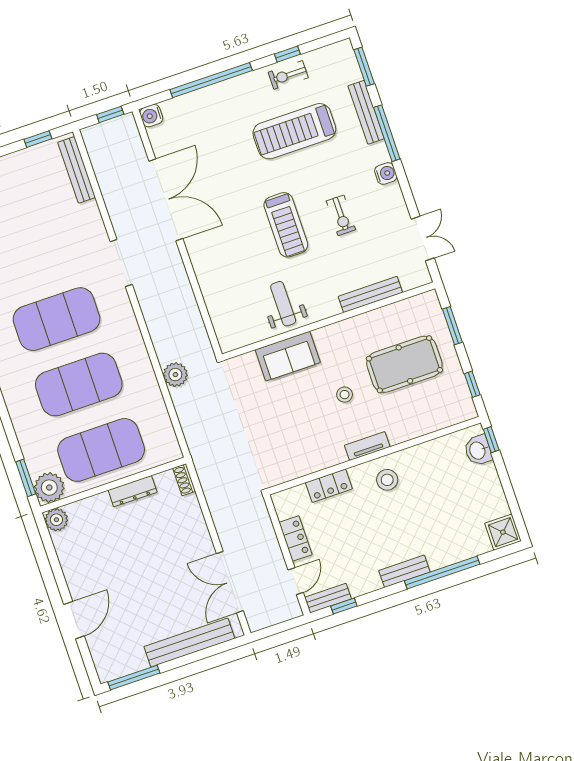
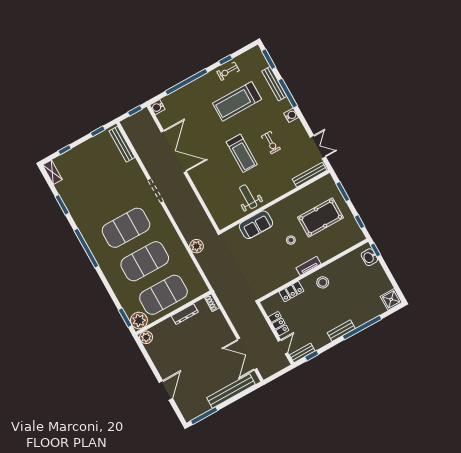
bench: (370, 294) -> (310, 175), moved

